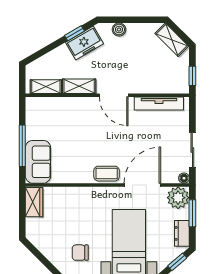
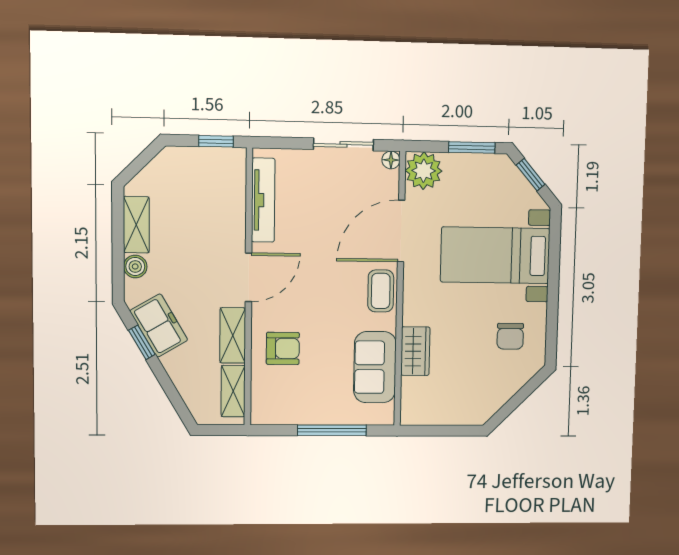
shelving: (172, 40) -> (136, 225), moved, turned -45
armchair: (72, 116) -> (283, 348), added
sofa: (38, 162) -> (375, 367), moved, turned -90
door: (142, 185) -> (401, 231), hinge flipped
wardrobe: (34, 202) -> (415, 351), moved, turned 90
window: (192, 213) -> (472, 147), moved
dresser: (182, 233) -> (484, 166), removed

